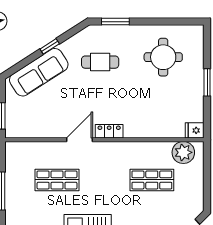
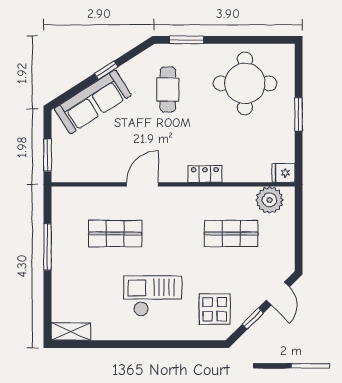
round table: (163, 57) -> (245, 83), width x1.36, depth x1.36
cafe table: (100, 62) -> (168, 89), turned 90
locker: (109, 131) -> (205, 174), moved

